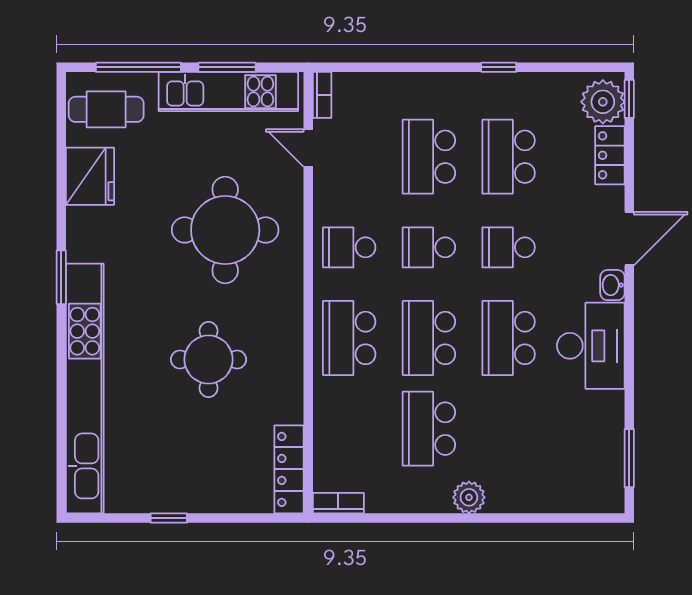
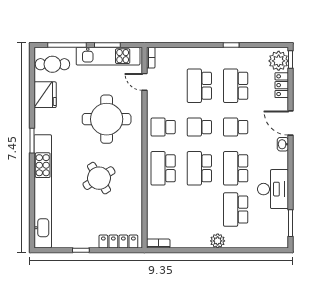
door: (629, 239) -> (291, 123), swing flipped
desk: (591, 346) -> (273, 189), moved
round table: (208, 359) -> (99, 178), turned -31
school desk: (429, 429) -> (236, 210), moved
locker: (289, 469) -> (118, 242), moved, turned 90

